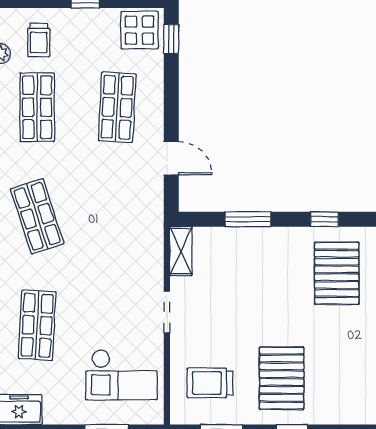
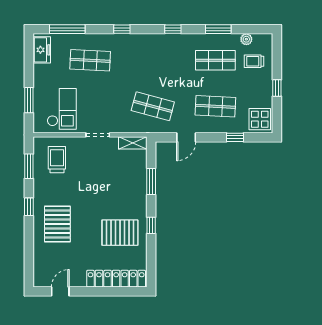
window: (171, 39) -> (235, 137), moved
shop shelf: (37, 216) -> (153, 106), moved, turned 33
checkout: (122, 375) -> (62, 109), turned 180
pallet: (282, 378) -> (57, 224), moved, turned 90

